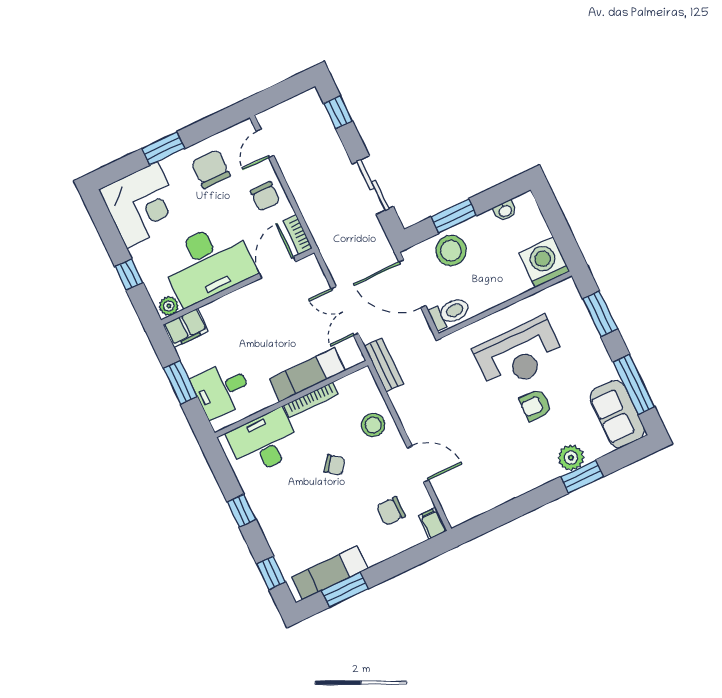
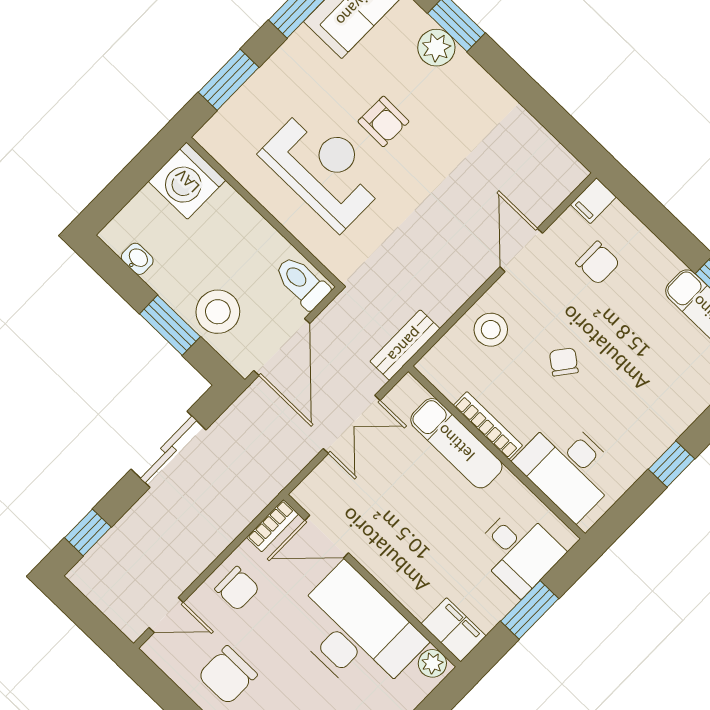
chair: (265, 196) -> (237, 589), turned 90

